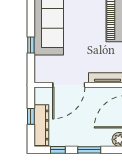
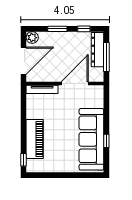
window: (31, 45) -> (106, 141), moved
window: (31, 116) -> (106, 57), width x2.17

